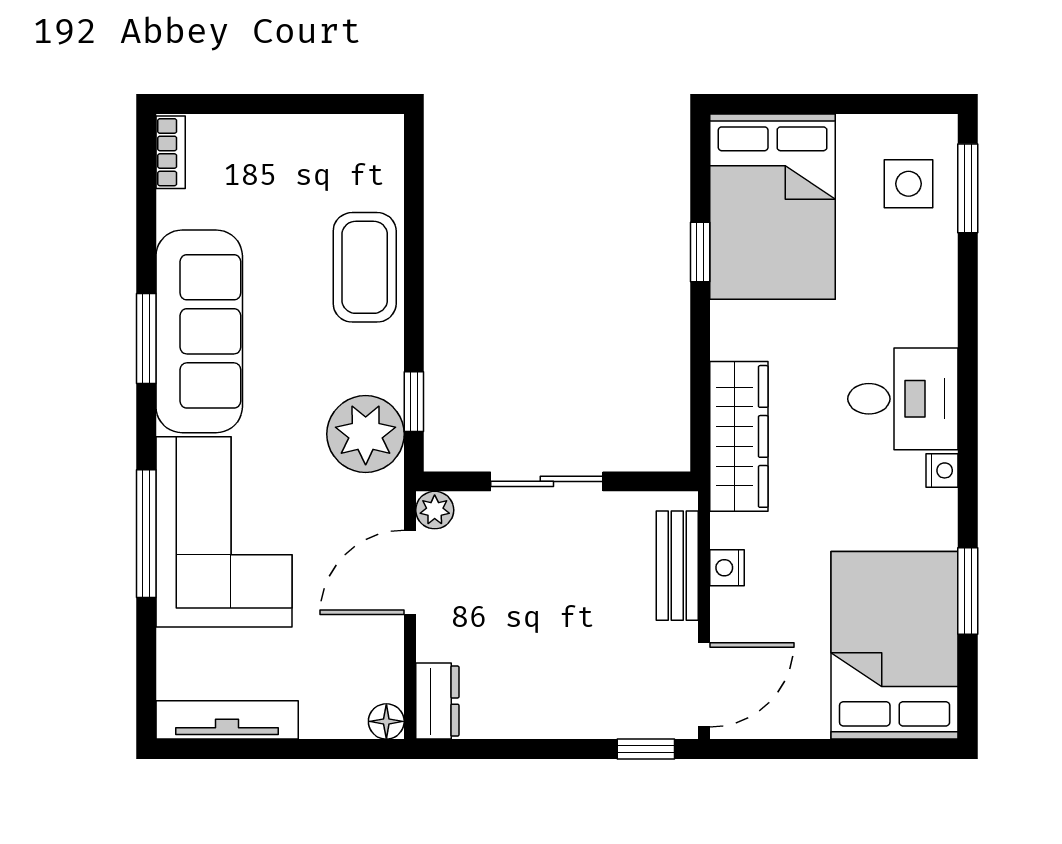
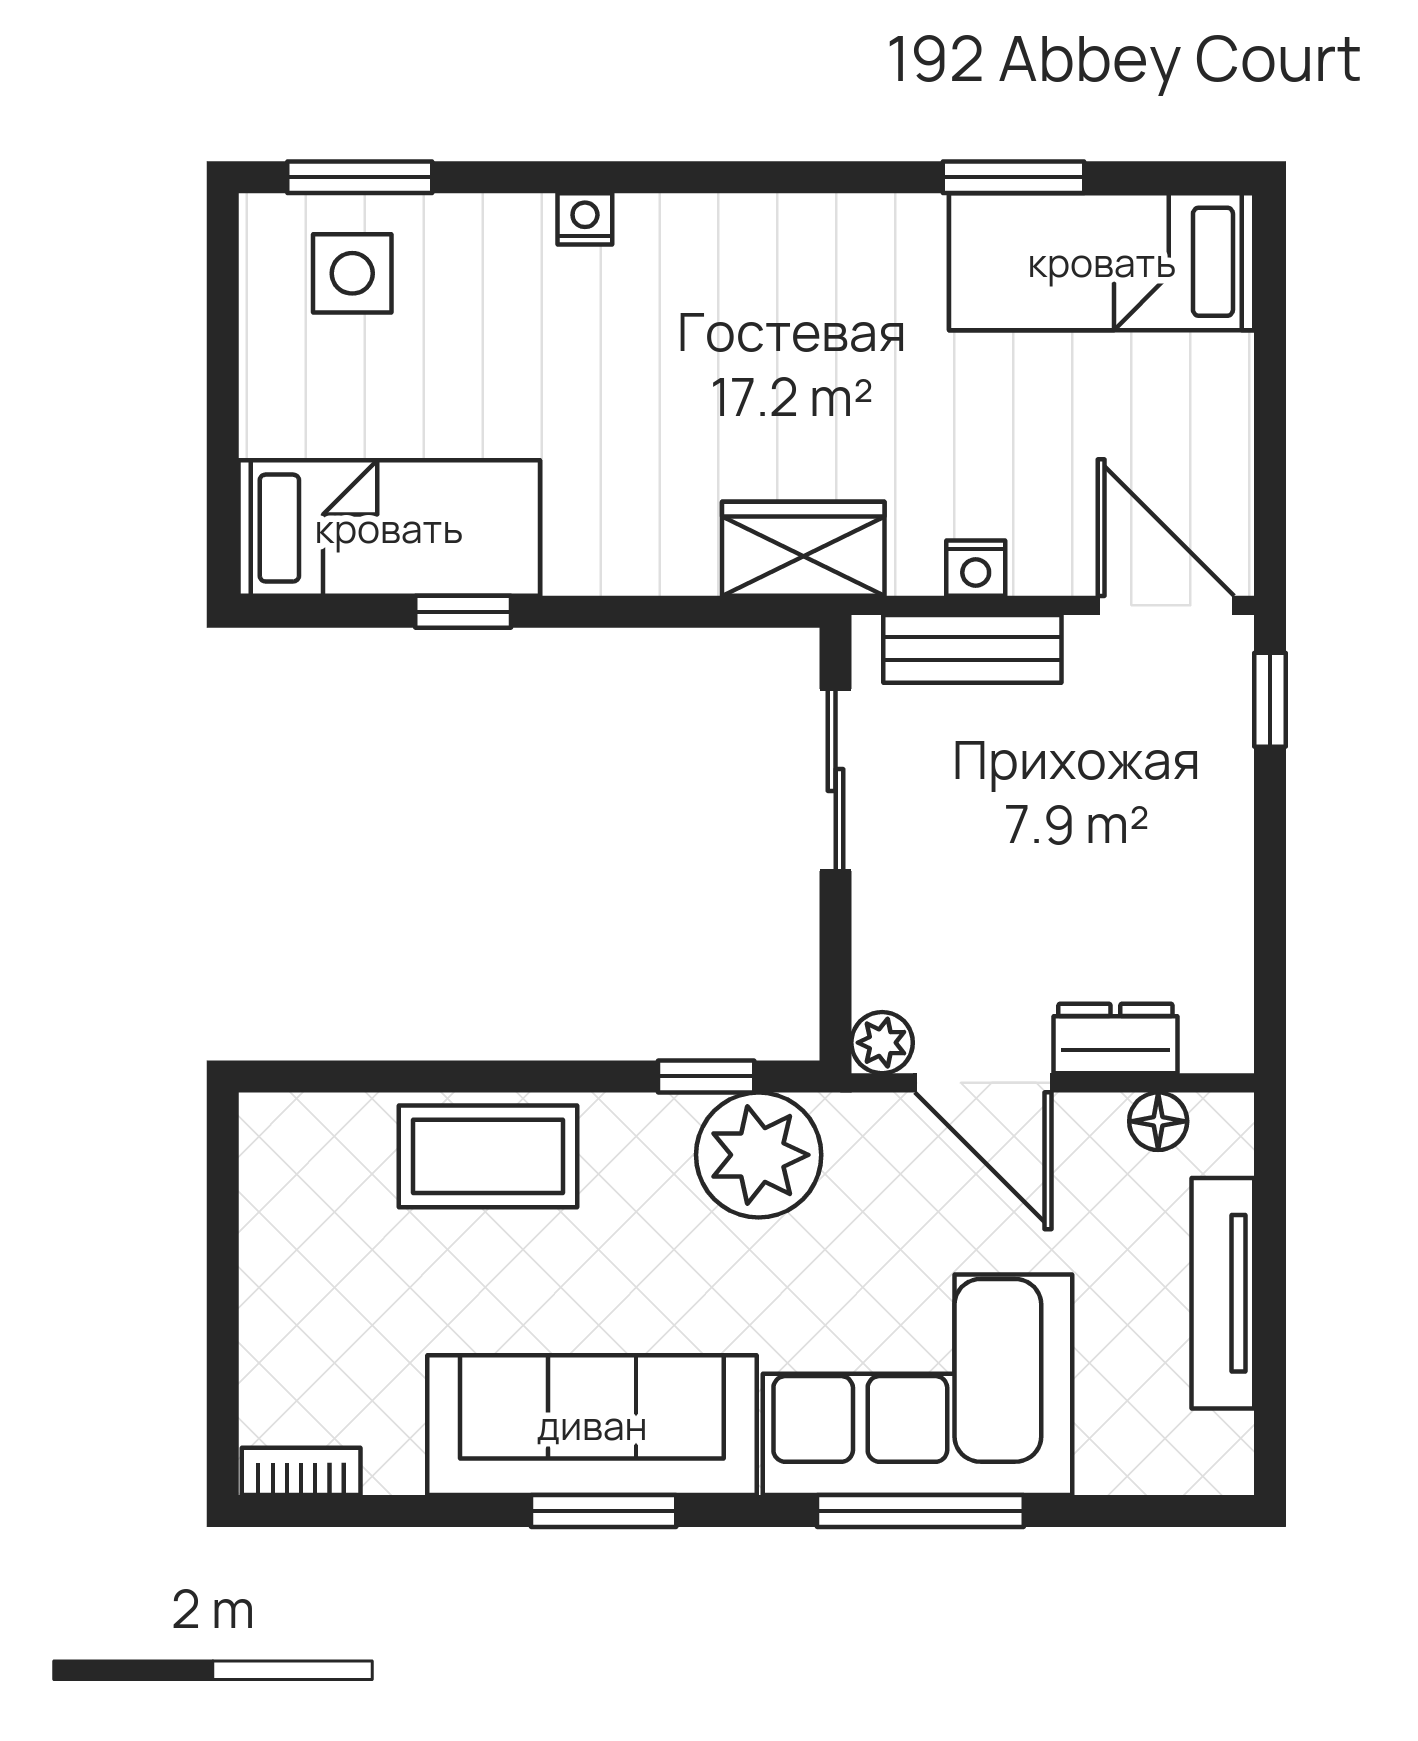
bed: (773, 207) -> (389, 528), width x0.67
desk: (903, 399) -> (701, 282), removed
wardrobe: (739, 436) -> (803, 549), width x0.67
nightstand: (942, 470) -> (585, 219), moved
sliding door: (547, 481) -> (836, 780), moved
bed: (895, 645) -> (1102, 262), width x0.67
dresser: (437, 701) -> (1115, 1038), moved
tv unit: (227, 720) -> (1223, 1293), moved
floor lamp: (386, 721) -> (1158, 1121), moved

